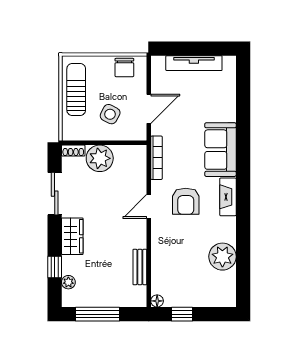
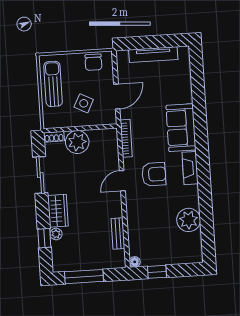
armchair: (186, 201) -> (154, 174), turned -90
plant: (68, 282) -> (56, 234), moved

